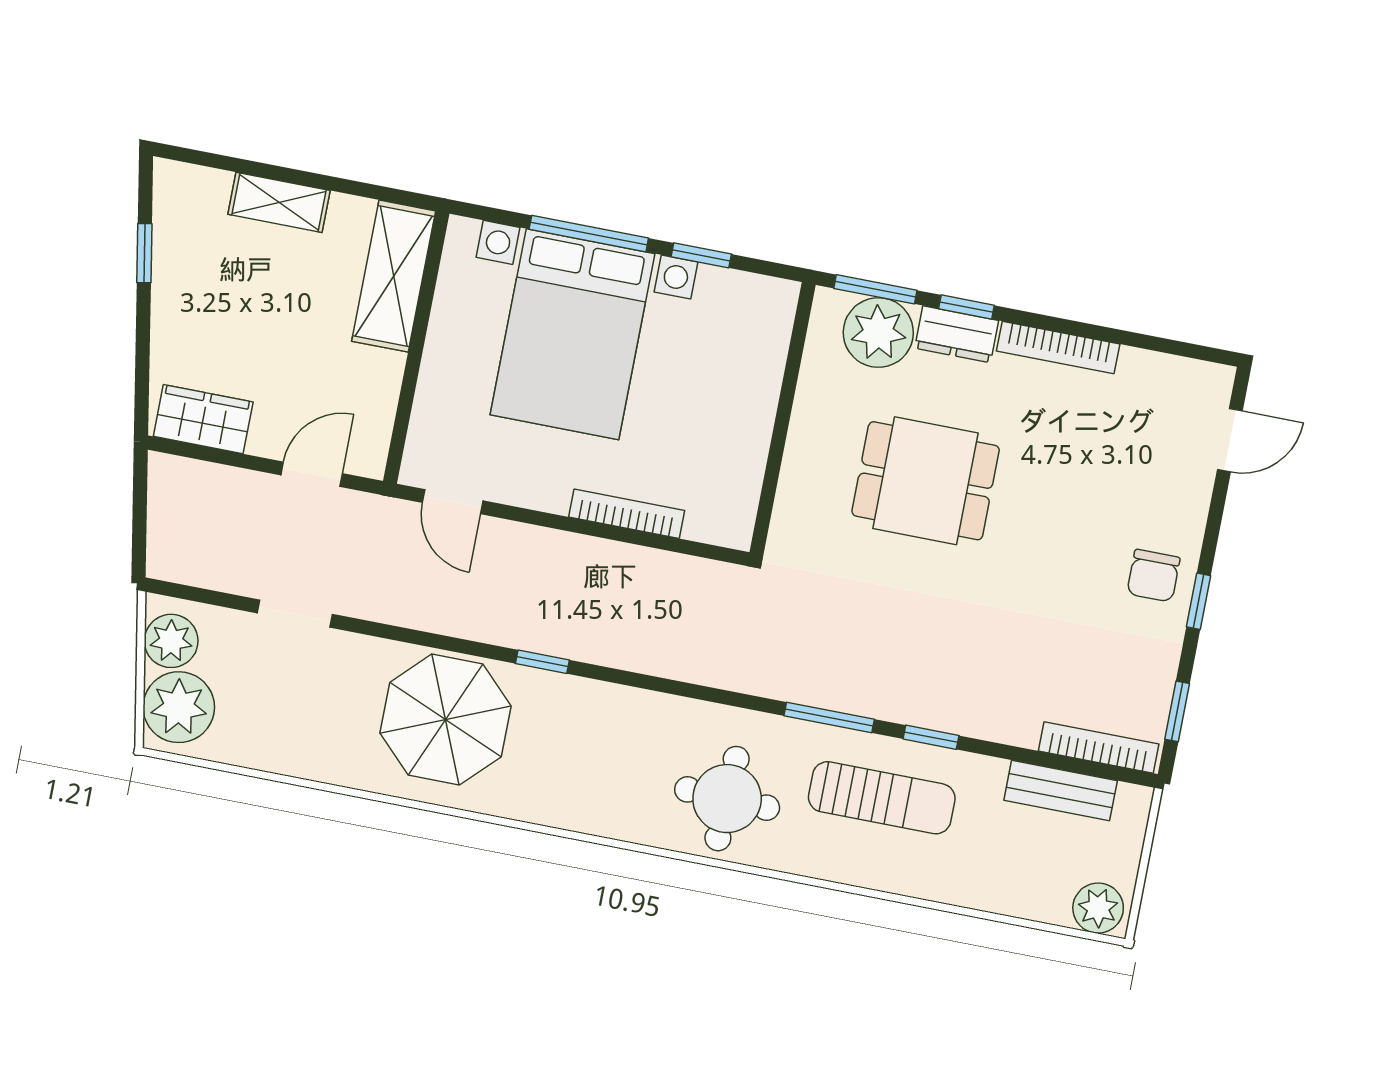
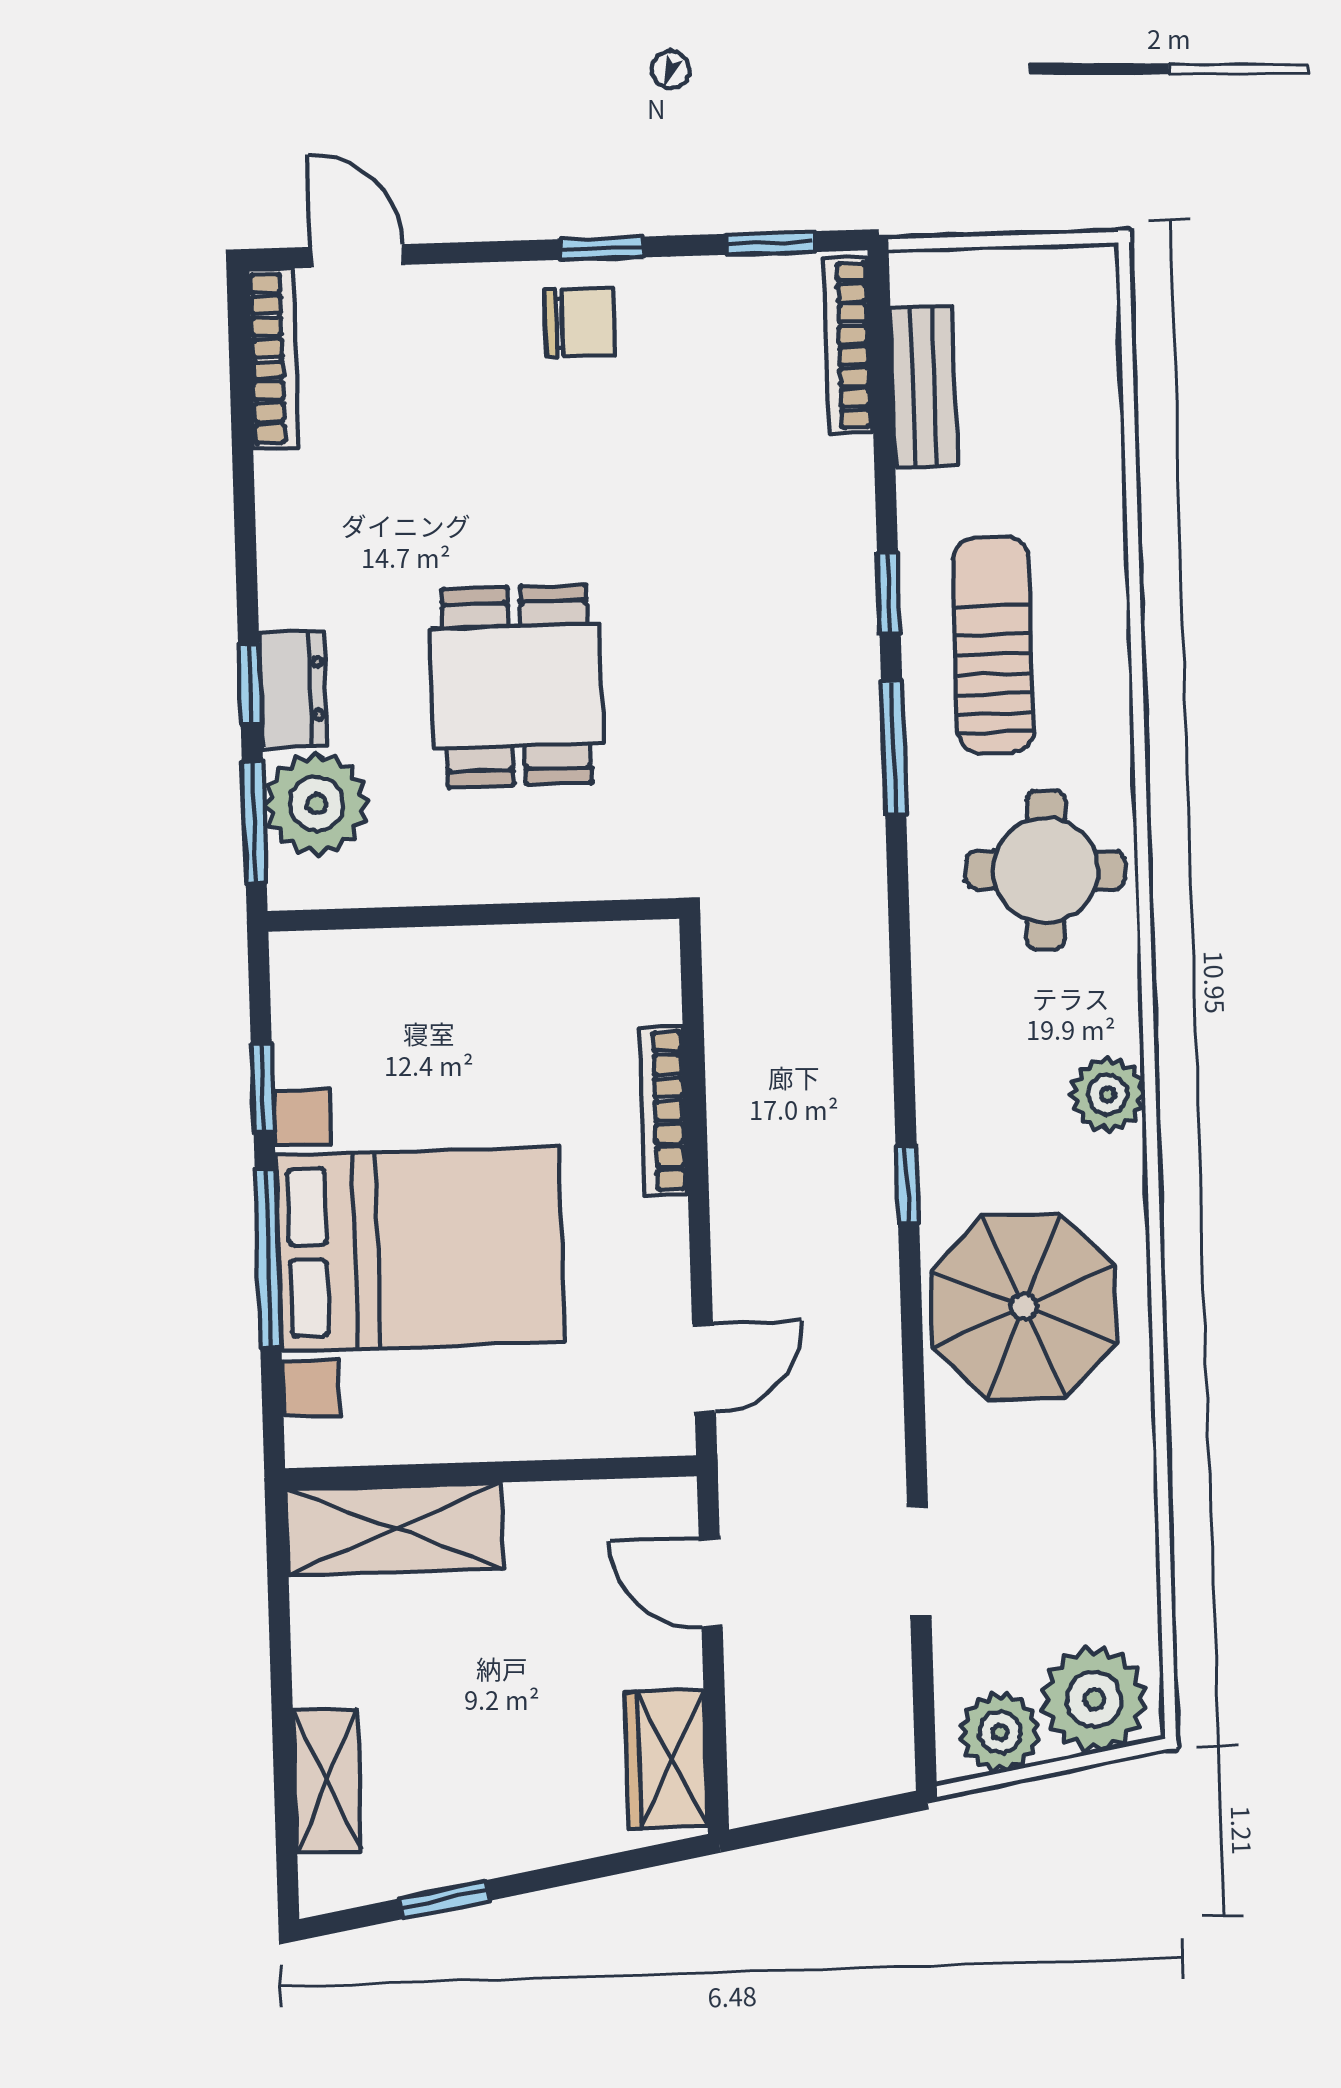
shelving: (279, 202) -> (327, 1780), moved
bookcase: (1058, 348) -> (273, 359), moved
plant: (1098, 908) -> (1108, 1095), moved

